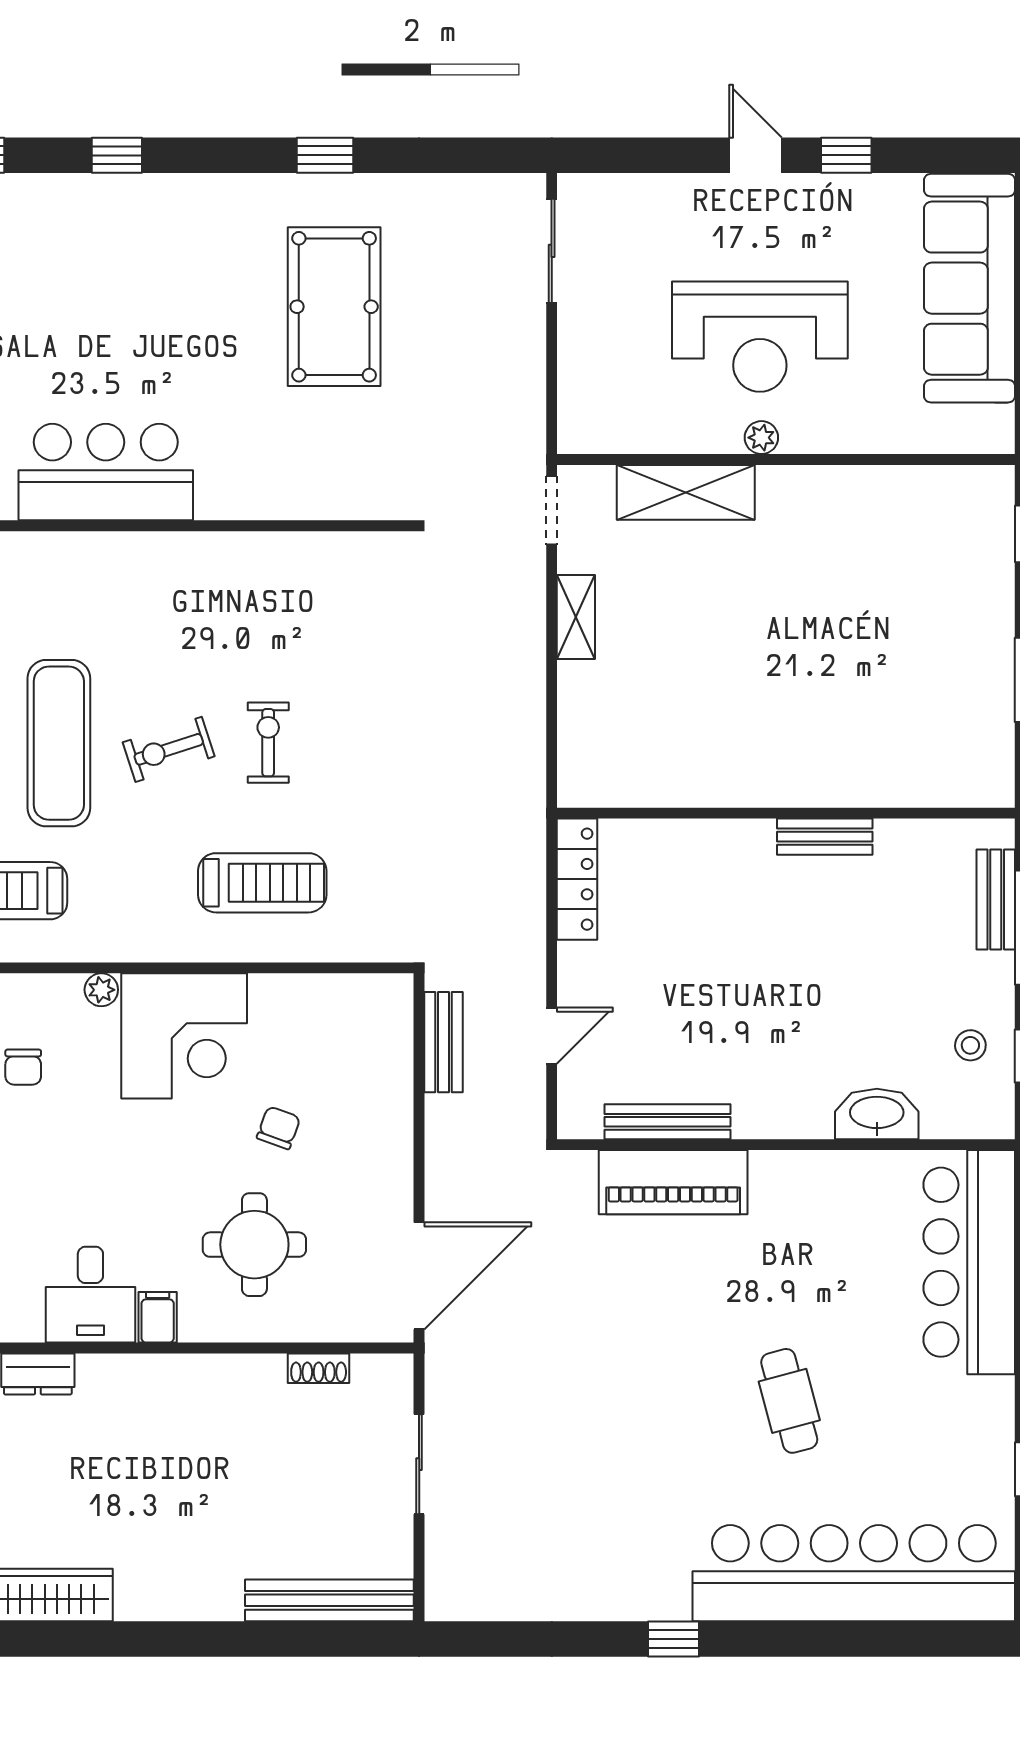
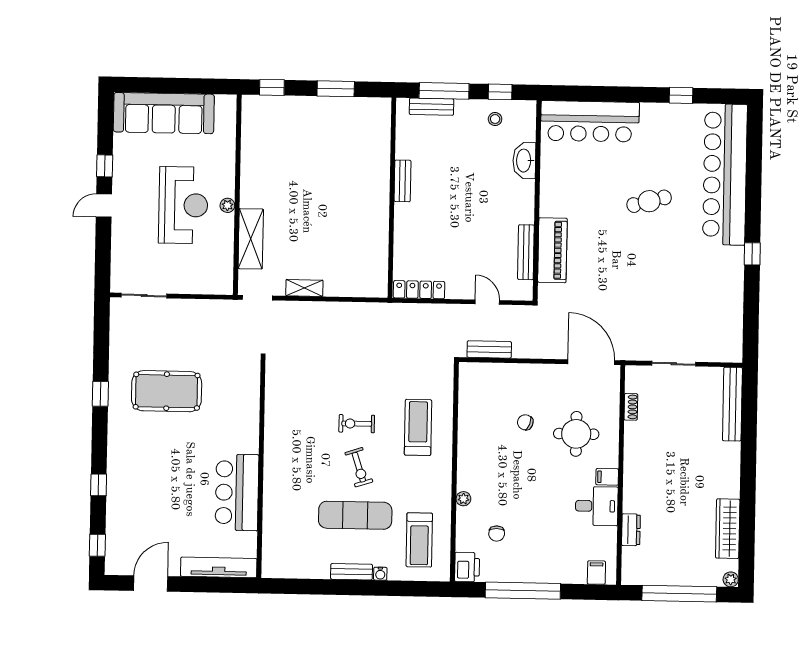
corner desk: (184, 1036) -> (484, 463), removed
chair: (23, 1067) -> (497, 534), turned 90

